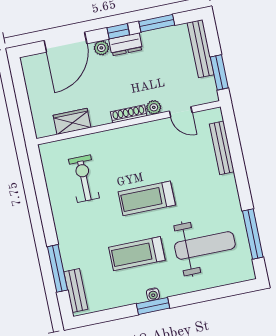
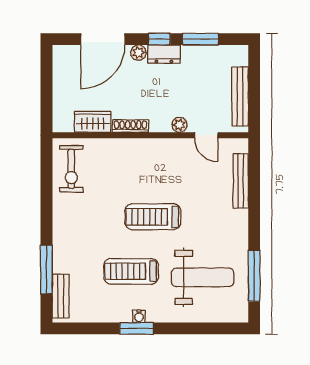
bench: (201, 49) -> (240, 97), moved
window: (219, 72) -> (254, 103), removed
shoe rack: (129, 114) -> (130, 126), moved
exercise bike: (84, 179) -> (71, 169), moved, turned 180

